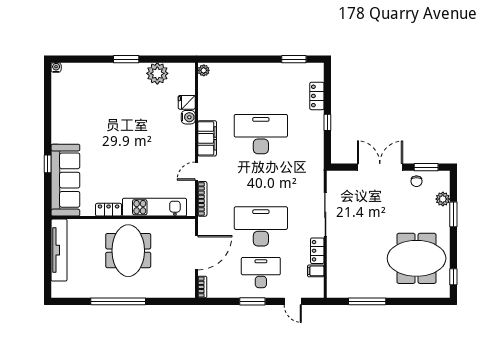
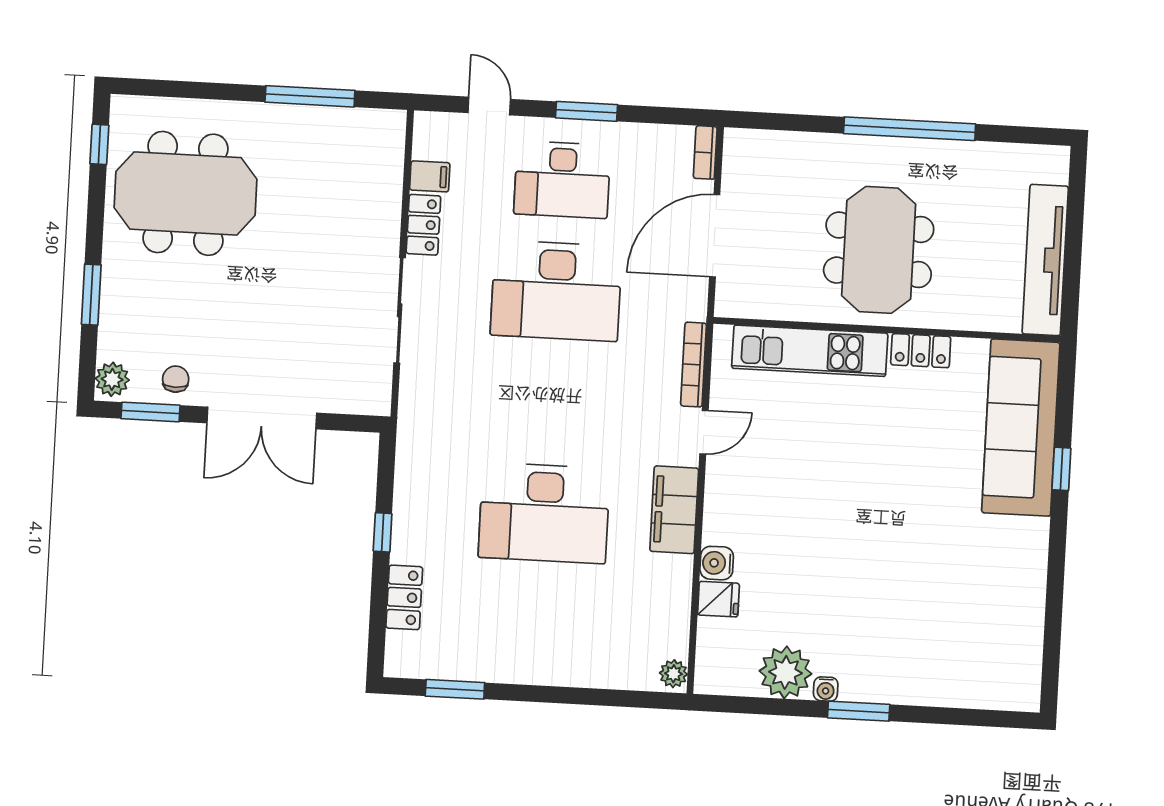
water cooler: (56, 67) -> (826, 689), moved
plant: (443, 199) -> (112, 379), moved

